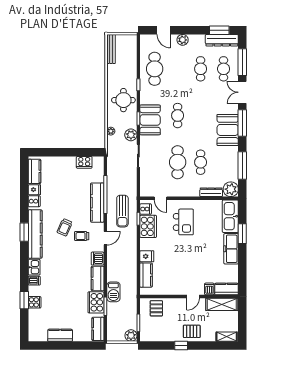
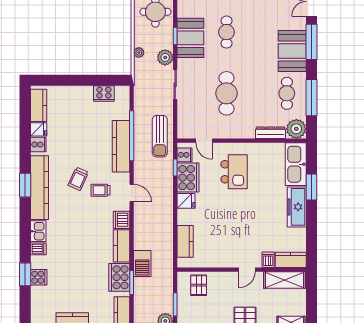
cafe table: (201, 162) -> (287, 93), moved
sun lounger: (122, 211) -> (160, 136), moved
door: (105, 238) -> (132, 193), hinge flipped
fridge: (147, 256) -> (186, 201), moved

